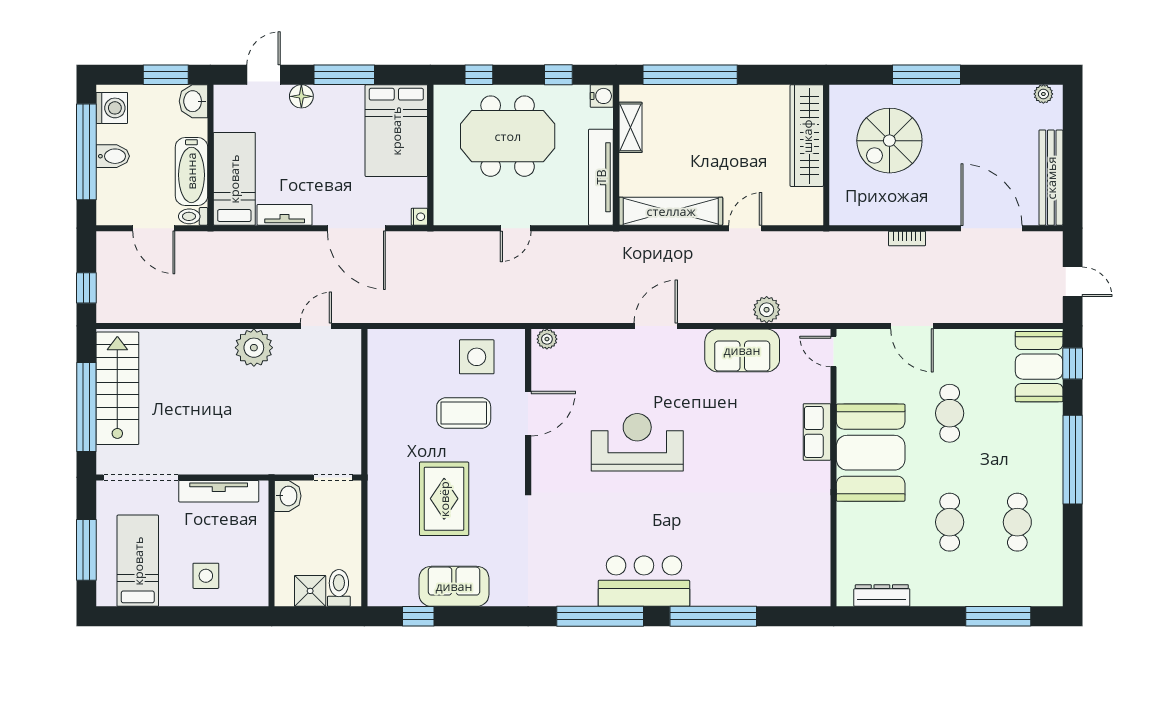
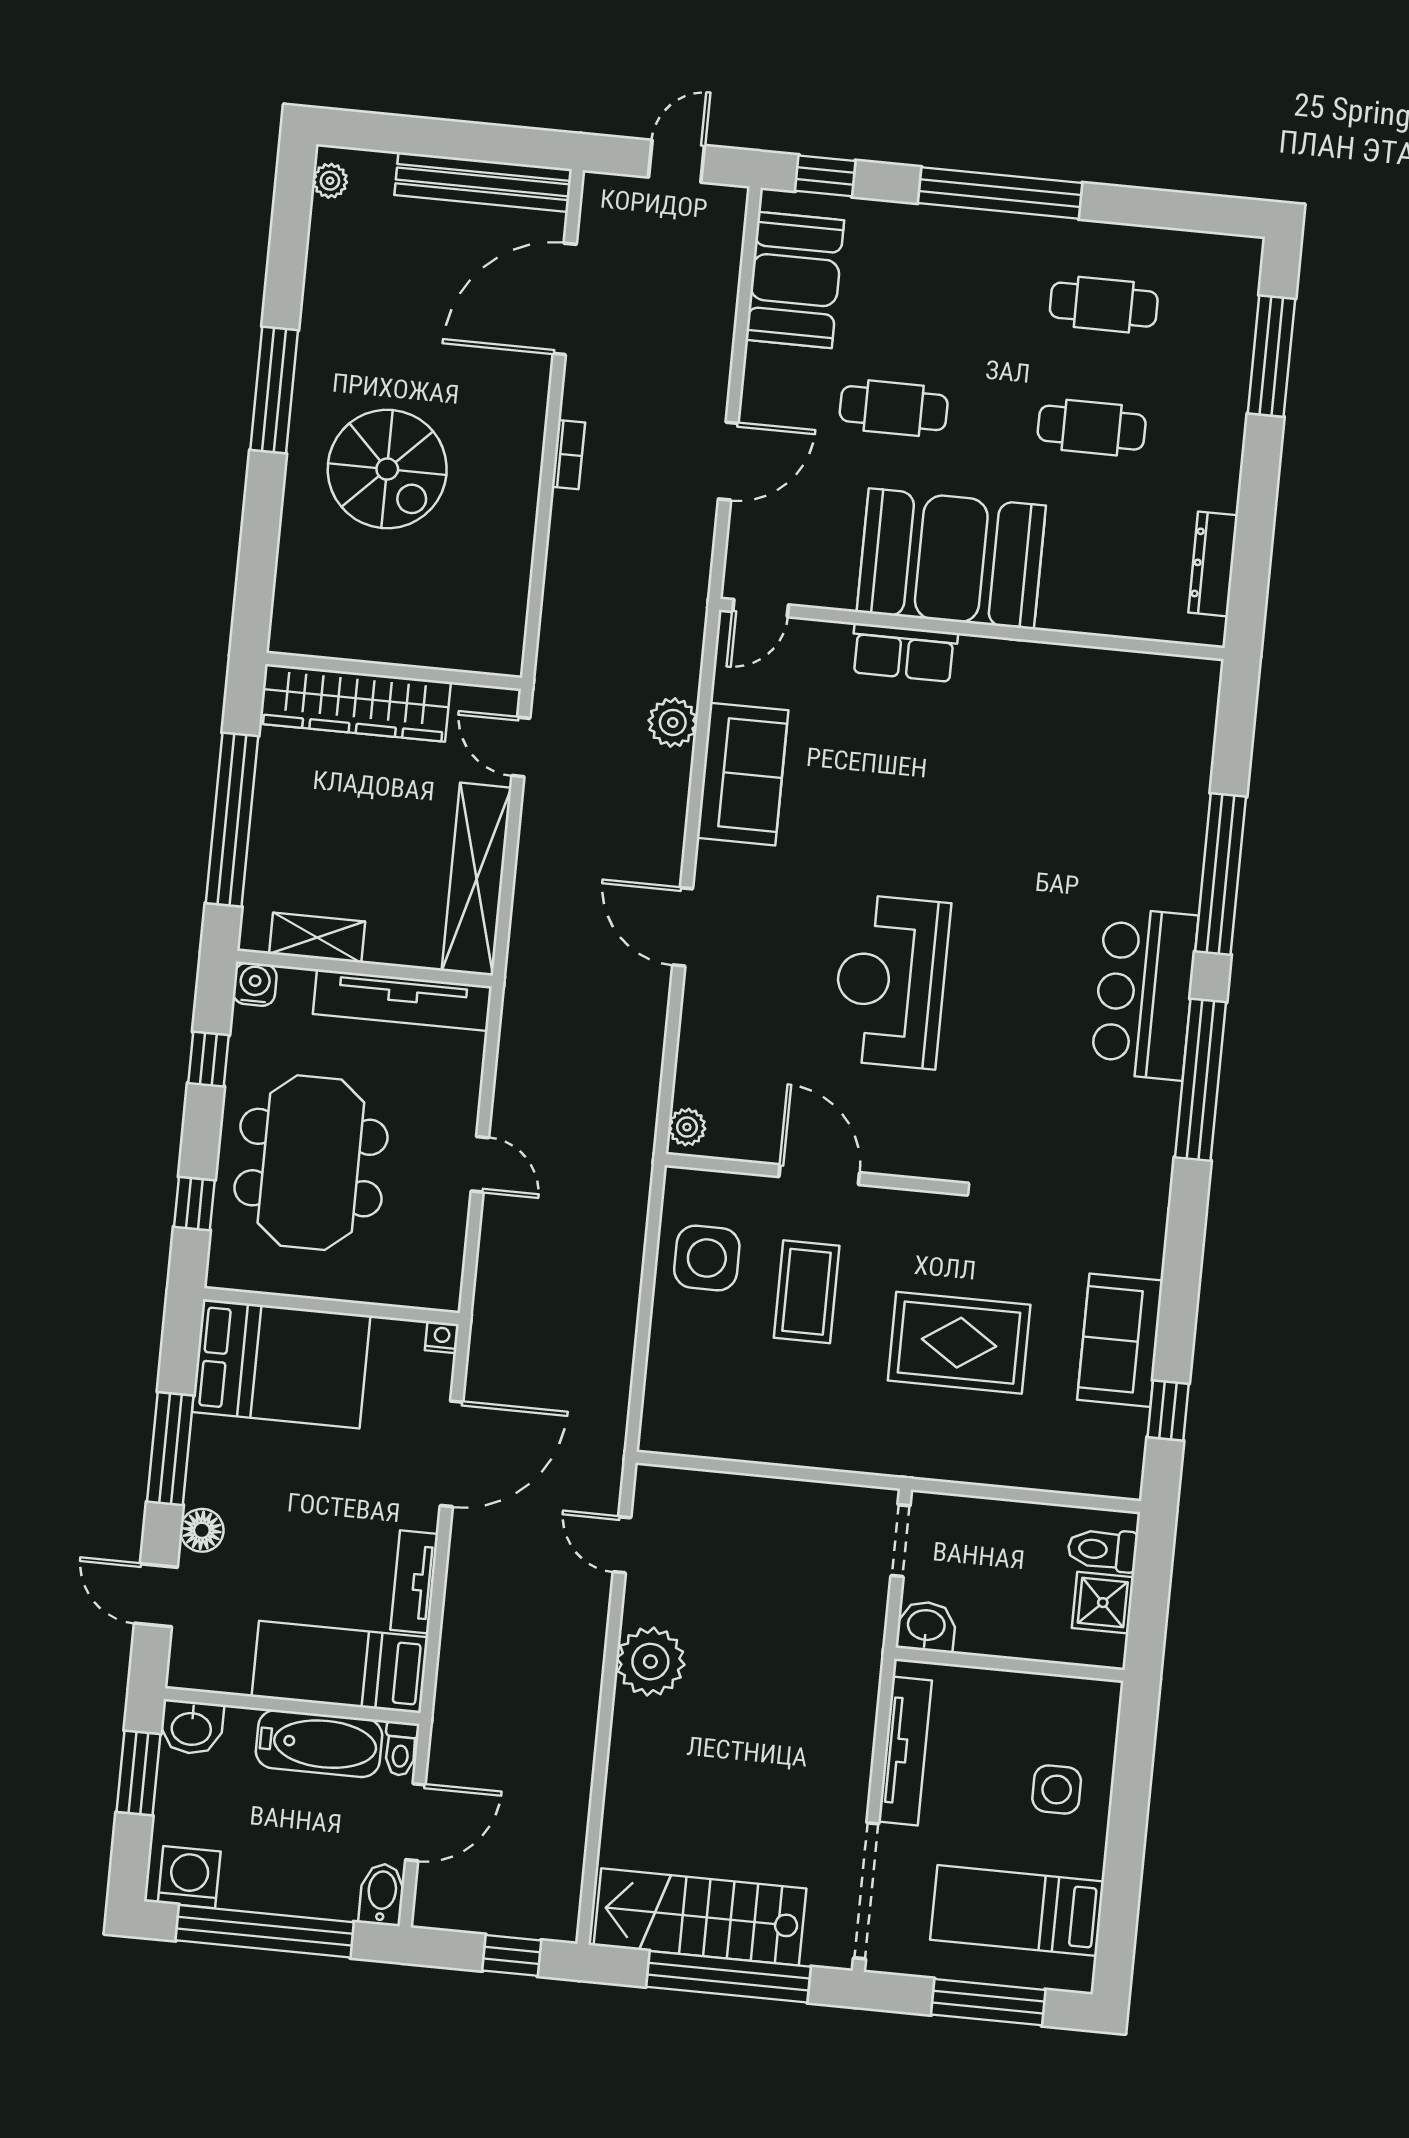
wardrobe: (807, 136) -> (355, 703), moved
wall: (826, 155) -> (394, 671), moved
bidet: (113, 156) -> (382, 1894), moved
booth: (1039, 367) -> (795, 280), moved, turned 90

